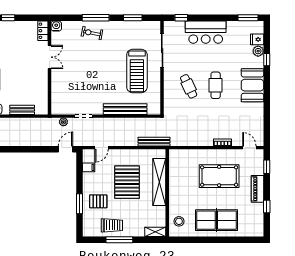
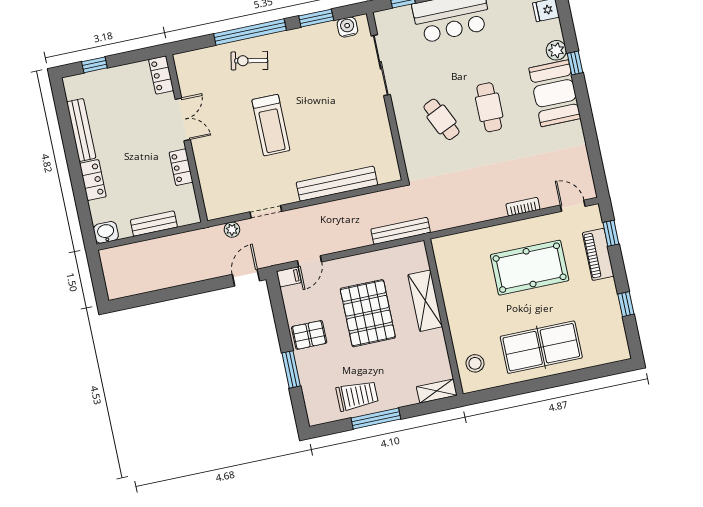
window: (96, 18) -> (250, 32), width x1.46
water cooler: (56, 26) -> (347, 27), moved
plant: (258, 51) -> (556, 50), moved
window: (267, 60) -> (575, 63), moved
treadmill: (137, 71) -> (271, 125), moved, width x0.73, depth x0.73
locker: (43, 83) -> (181, 167), added
filing cabinet: (89, 167) -> (289, 277), moved
shelving: (159, 182) -> (425, 301), width x0.68
piano: (258, 189) -> (598, 254), moved
pallet: (98, 201) -> (309, 335), moved

